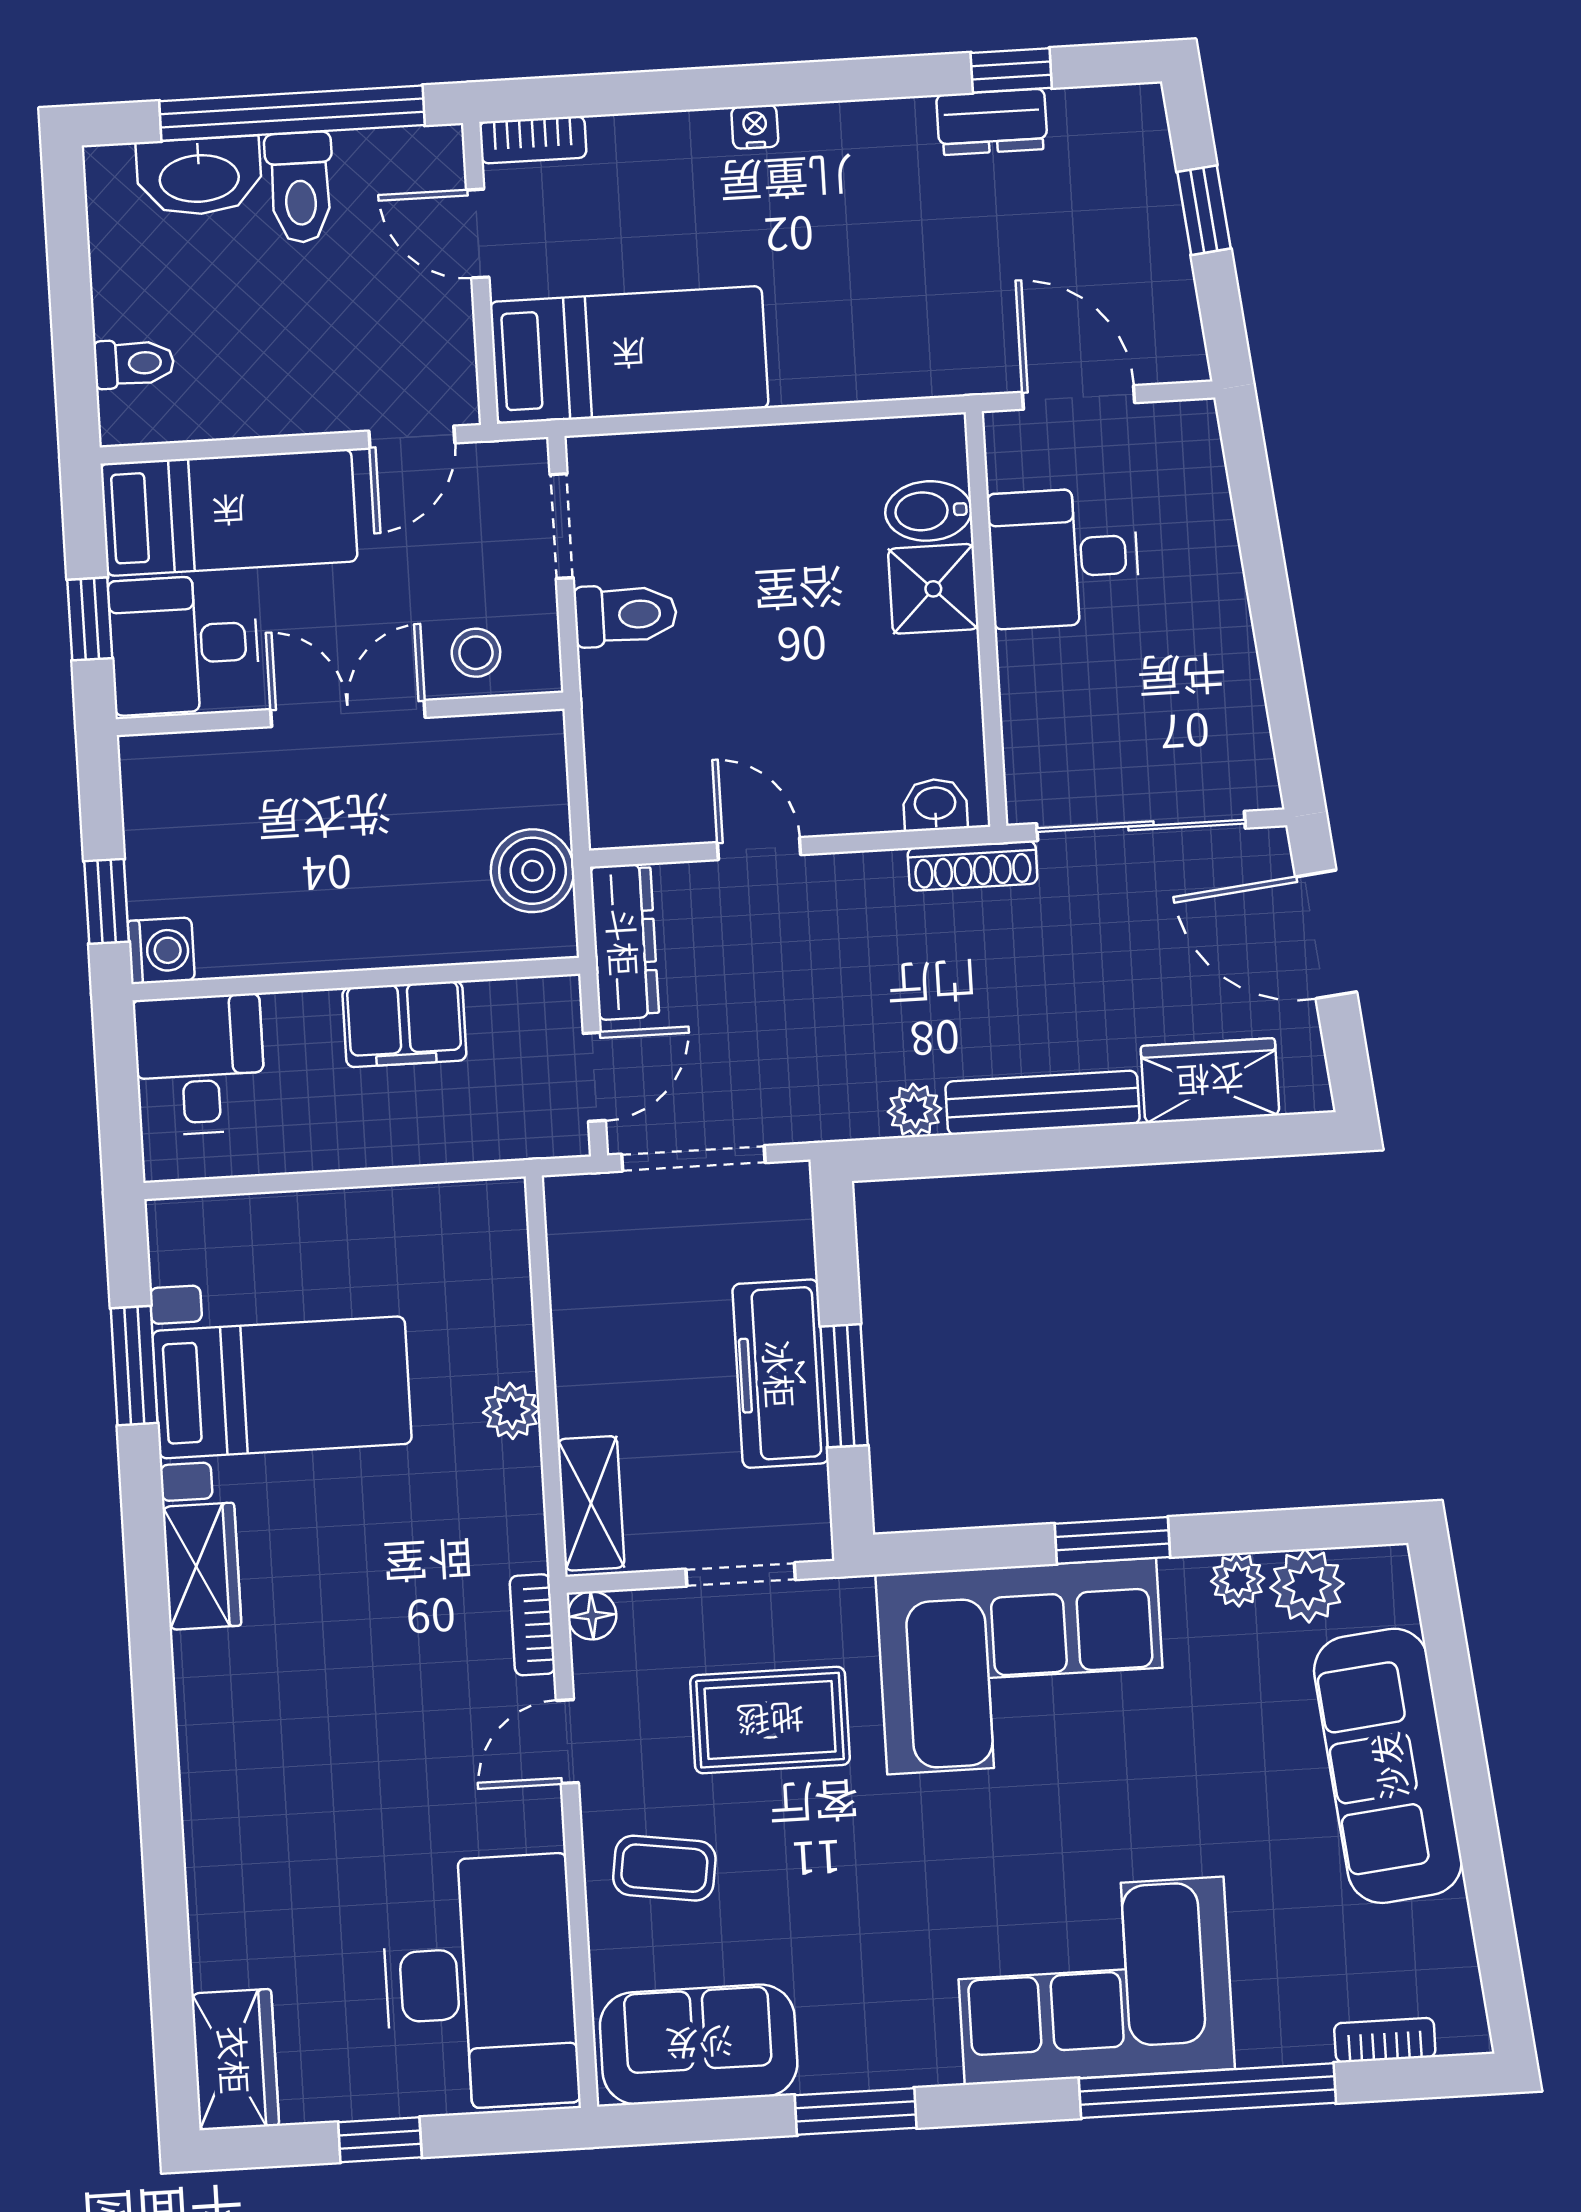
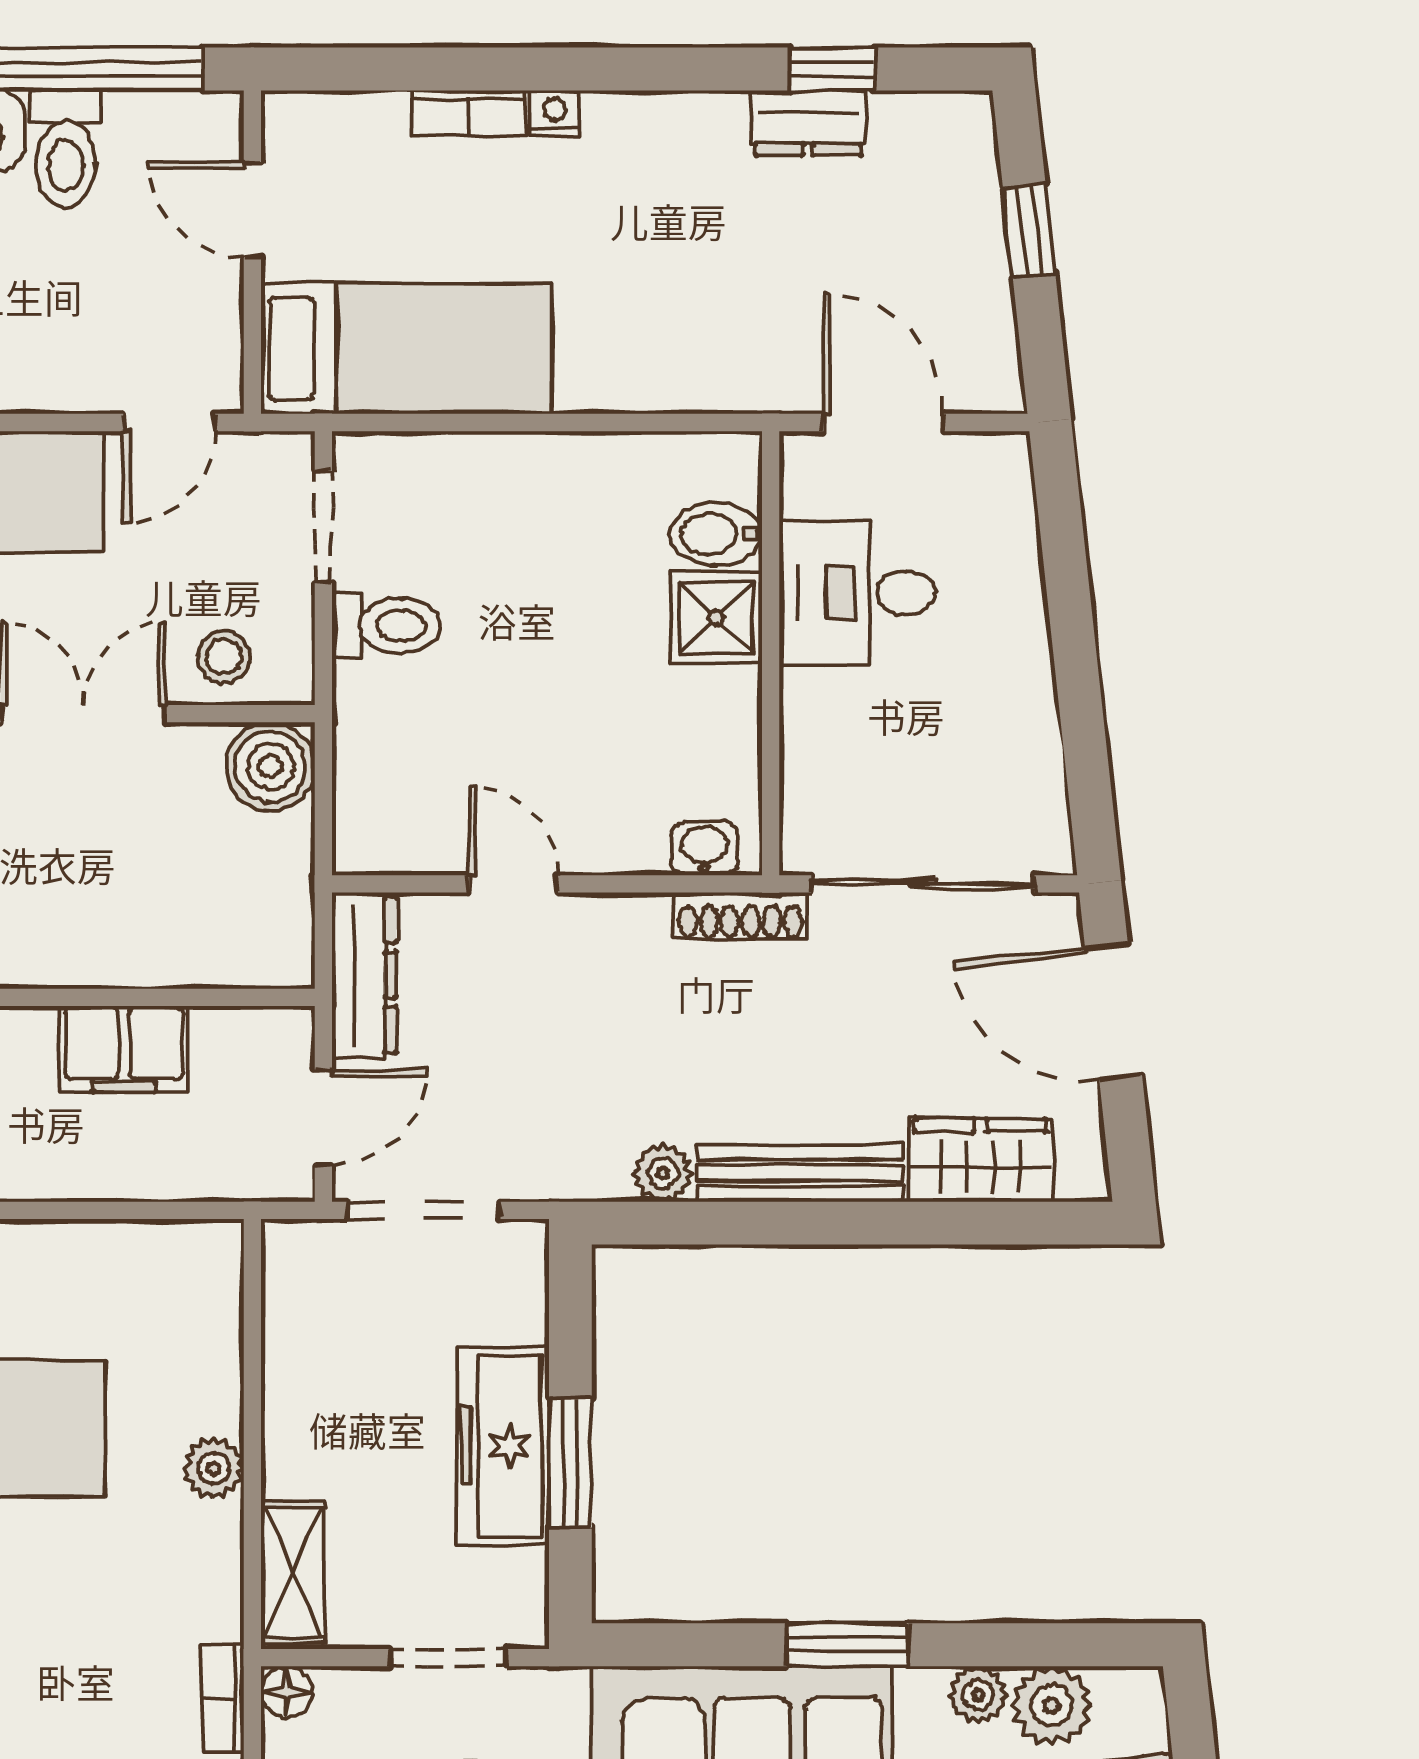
bookcase: (533, 140) -> (469, 113), moved
boiler: (532, 871) -> (270, 767), moved

